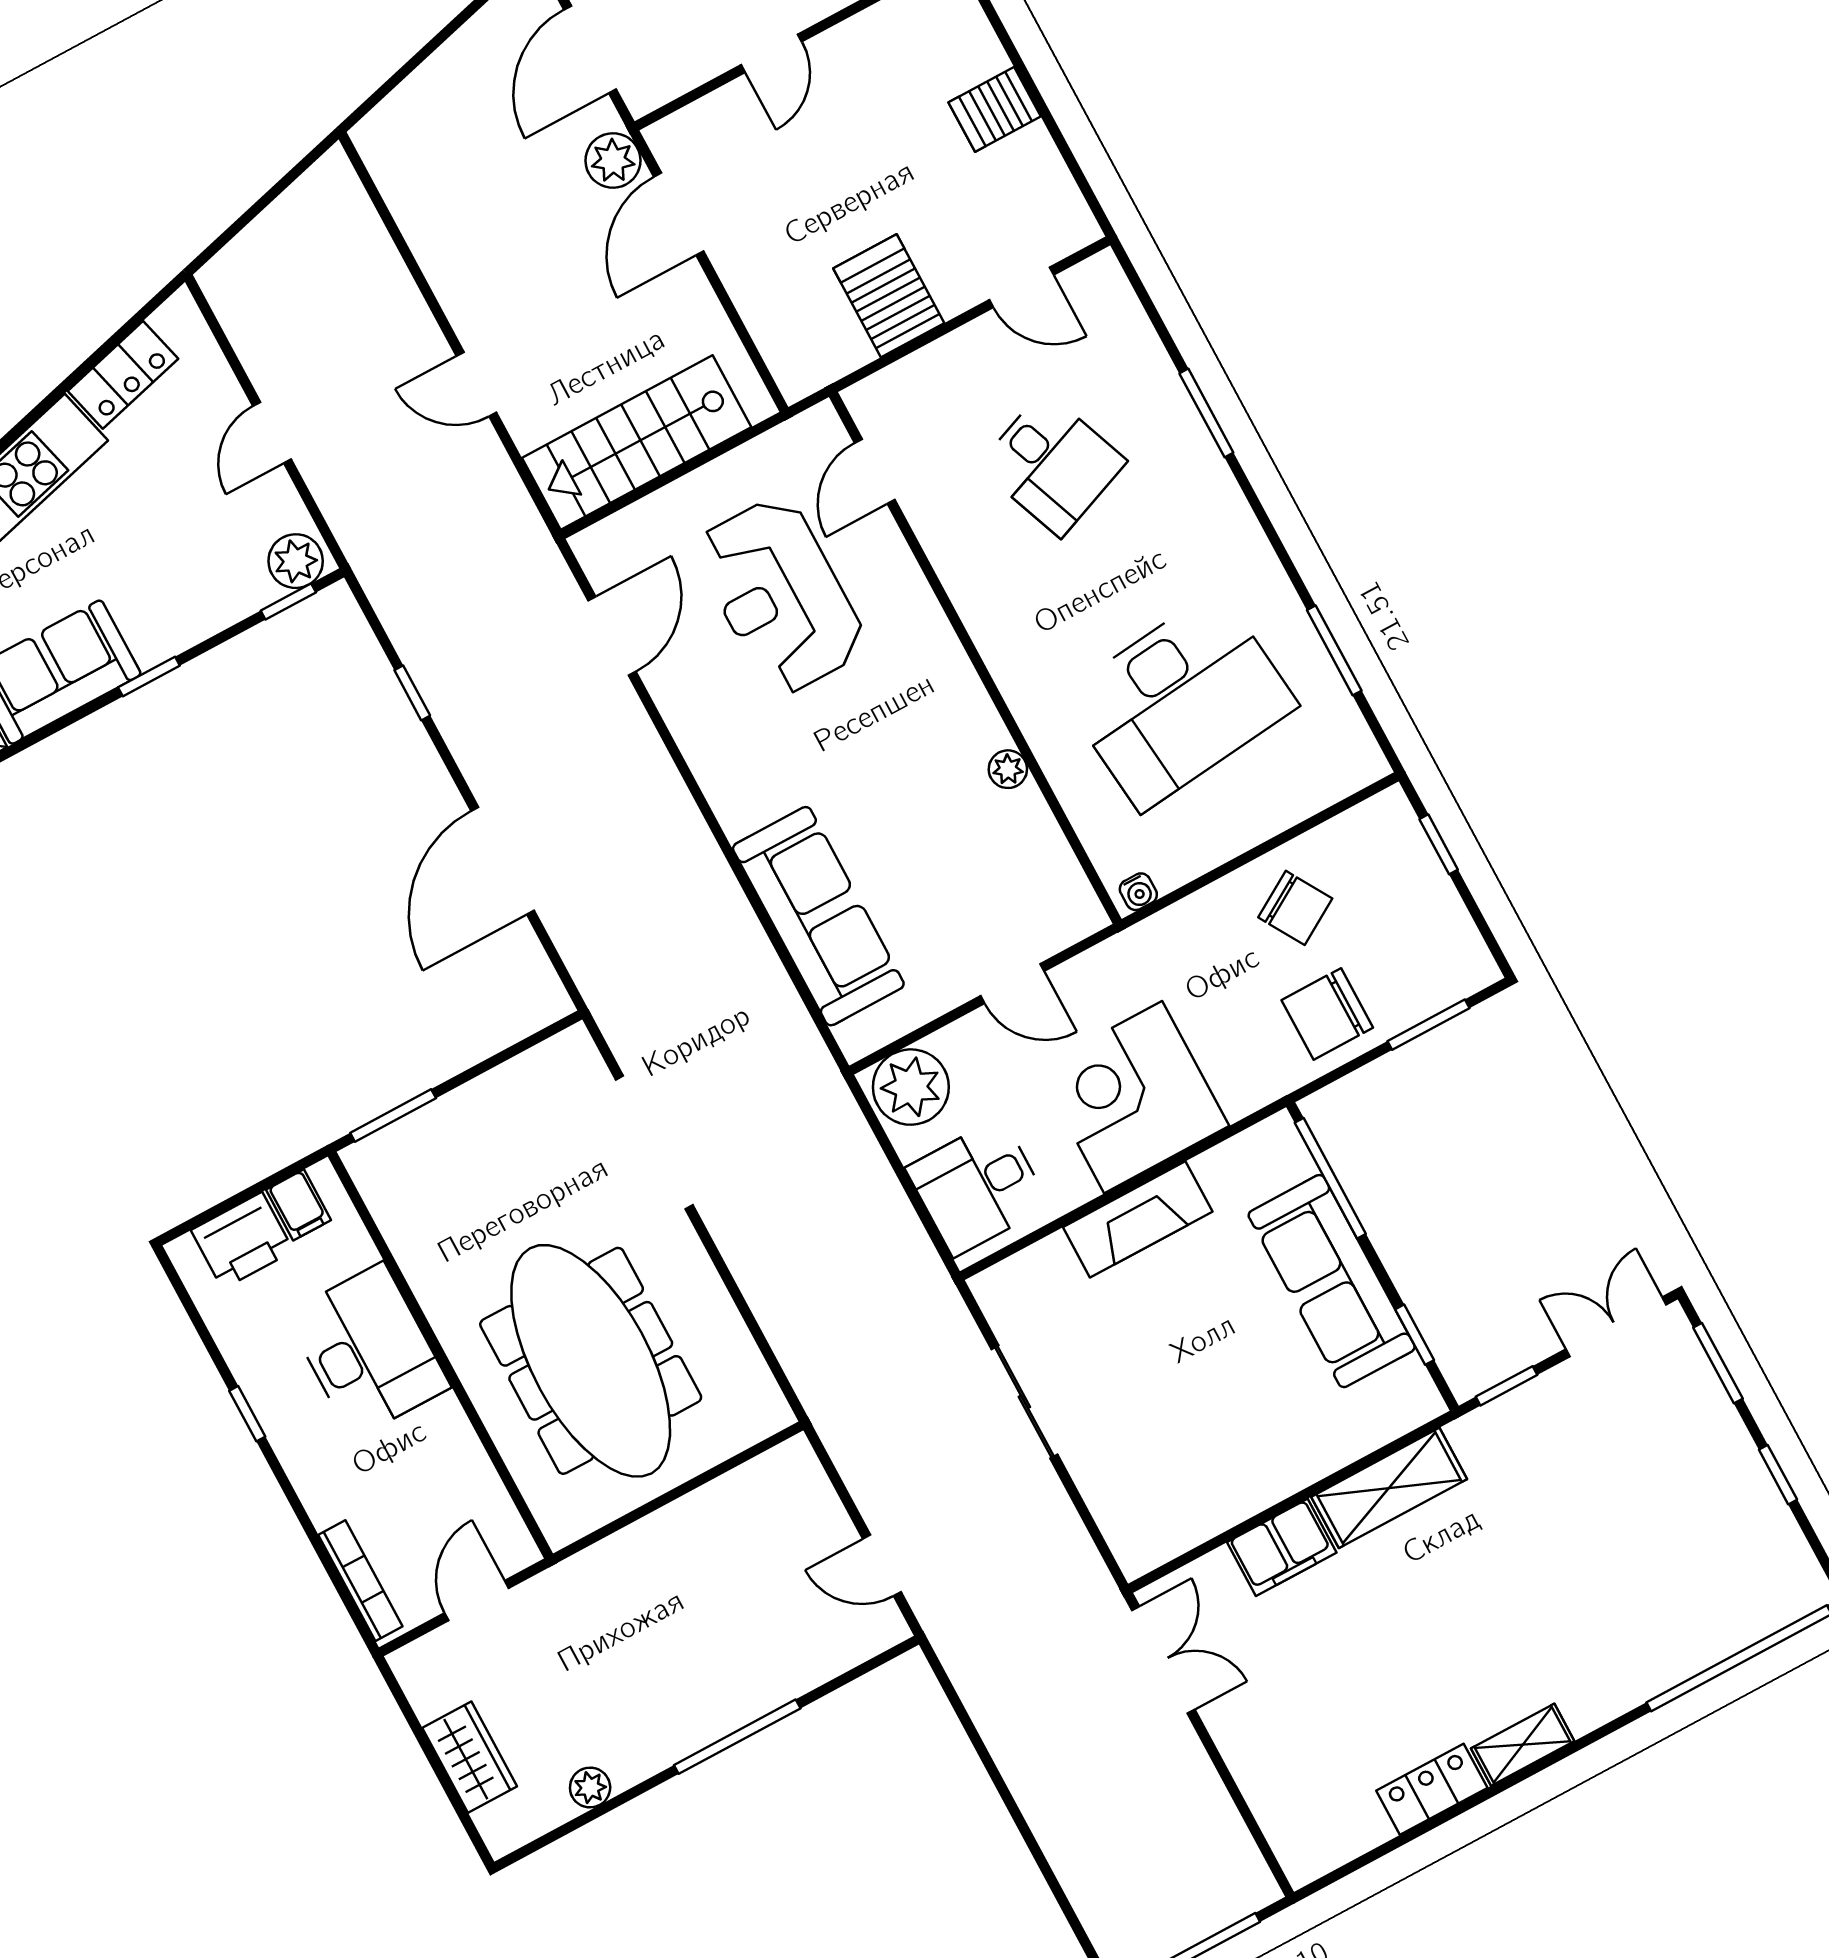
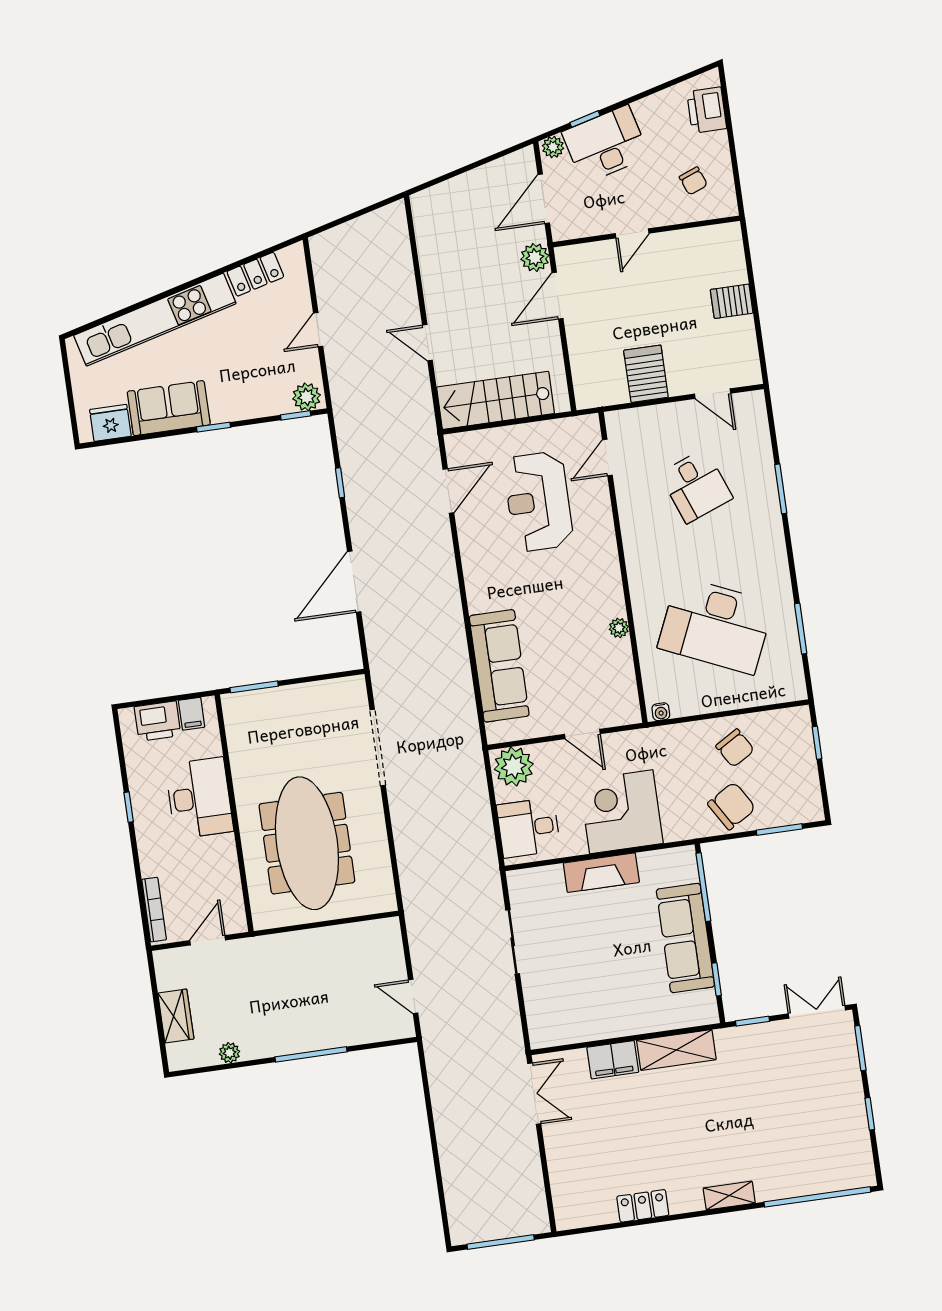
desk: (1180, 701) -> (716, 625), turned 30
chair: (1327, 1014) -> (732, 806), turned 149
shelving: (1523, 1745) -> (729, 1196), moved

